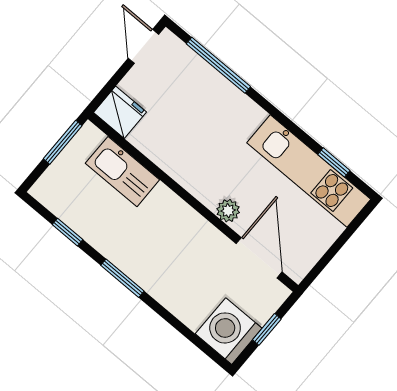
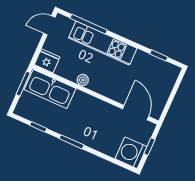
door: (143, 46) -> (49, 25), hinge flipped
kitchen unit: (309, 171) -> (103, 43), moved
kitchen sink: (122, 172) -> (50, 89), width x1.36, depth x1.24
plant: (228, 211) -> (83, 80), moved

